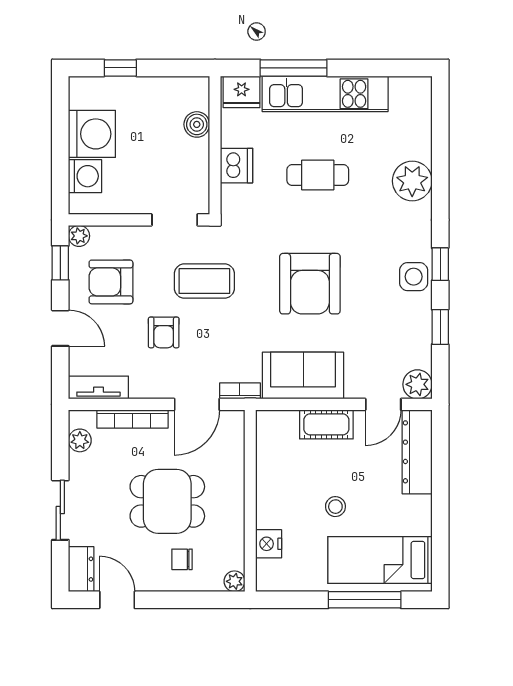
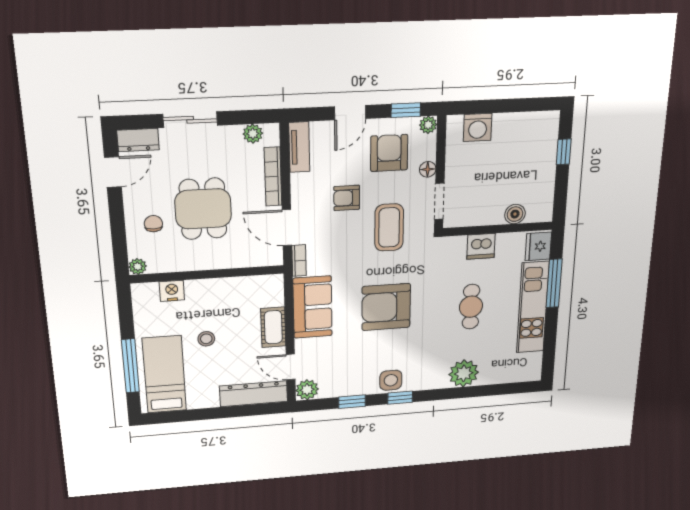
washing machine: (92, 134) -> (512, 132), removed
floor lamp: (133, 235) -> (428, 169), added

